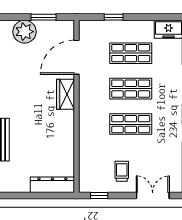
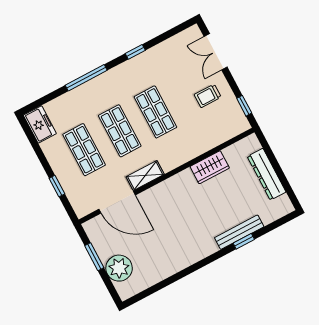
shelving: (86, 90) -> (145, 176), added
wardrobe: (66, 94) -> (210, 167), moved
dresser: (52, 185) -> (267, 174), moved

